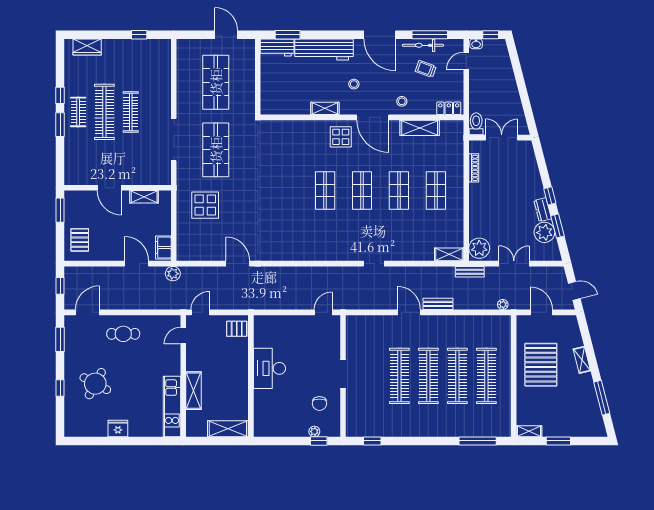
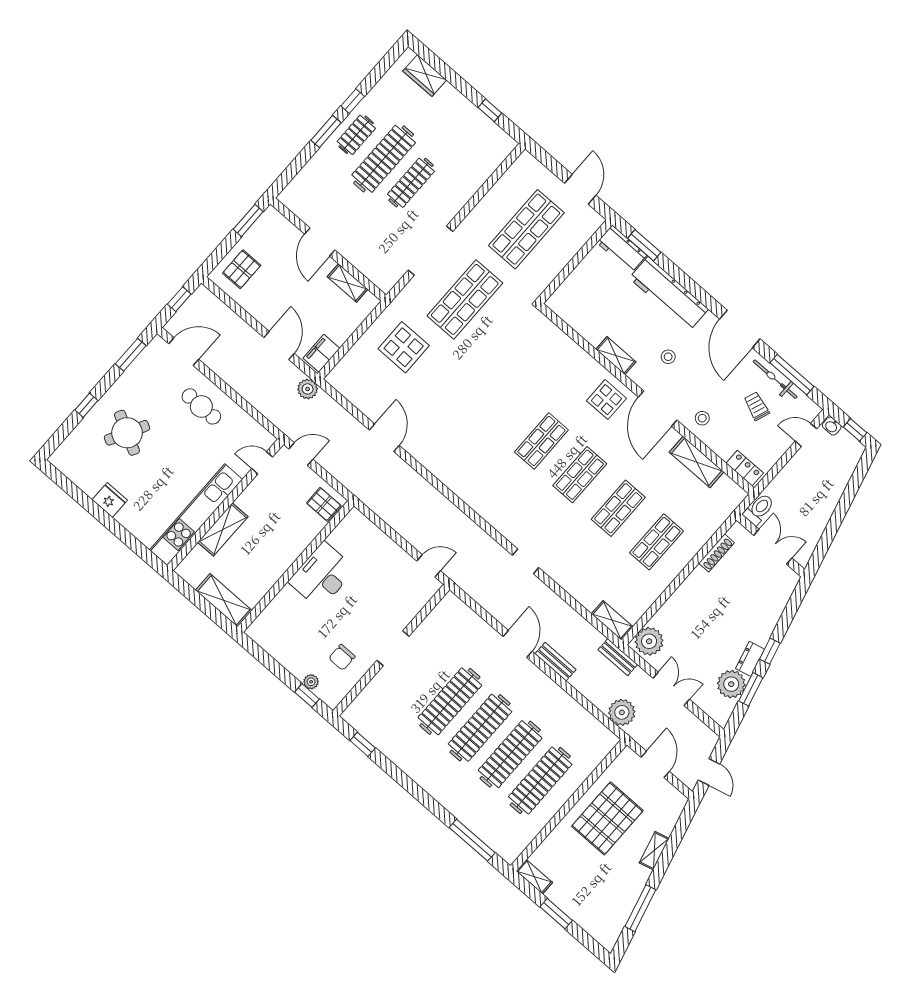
plant: (503, 304) -> (622, 712), width x1.87, depth x1.87
kitchen unit: (172, 406) -> (196, 515), width x1.36

